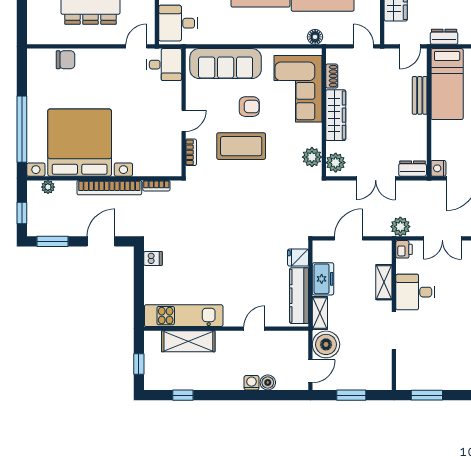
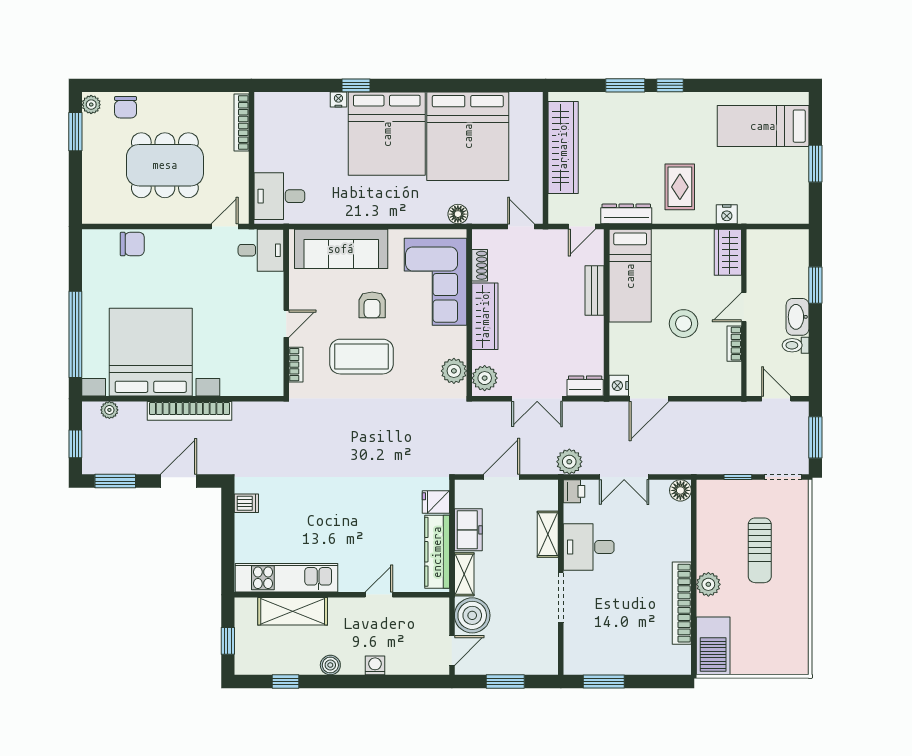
dresser: (444, 37) -> (626, 214), width x1.44
armchair: (249, 107) -> (372, 305), turned 90
bookcase: (156, 186) -> (251, 408), removed
boiler: (268, 382) -> (330, 665), moved

